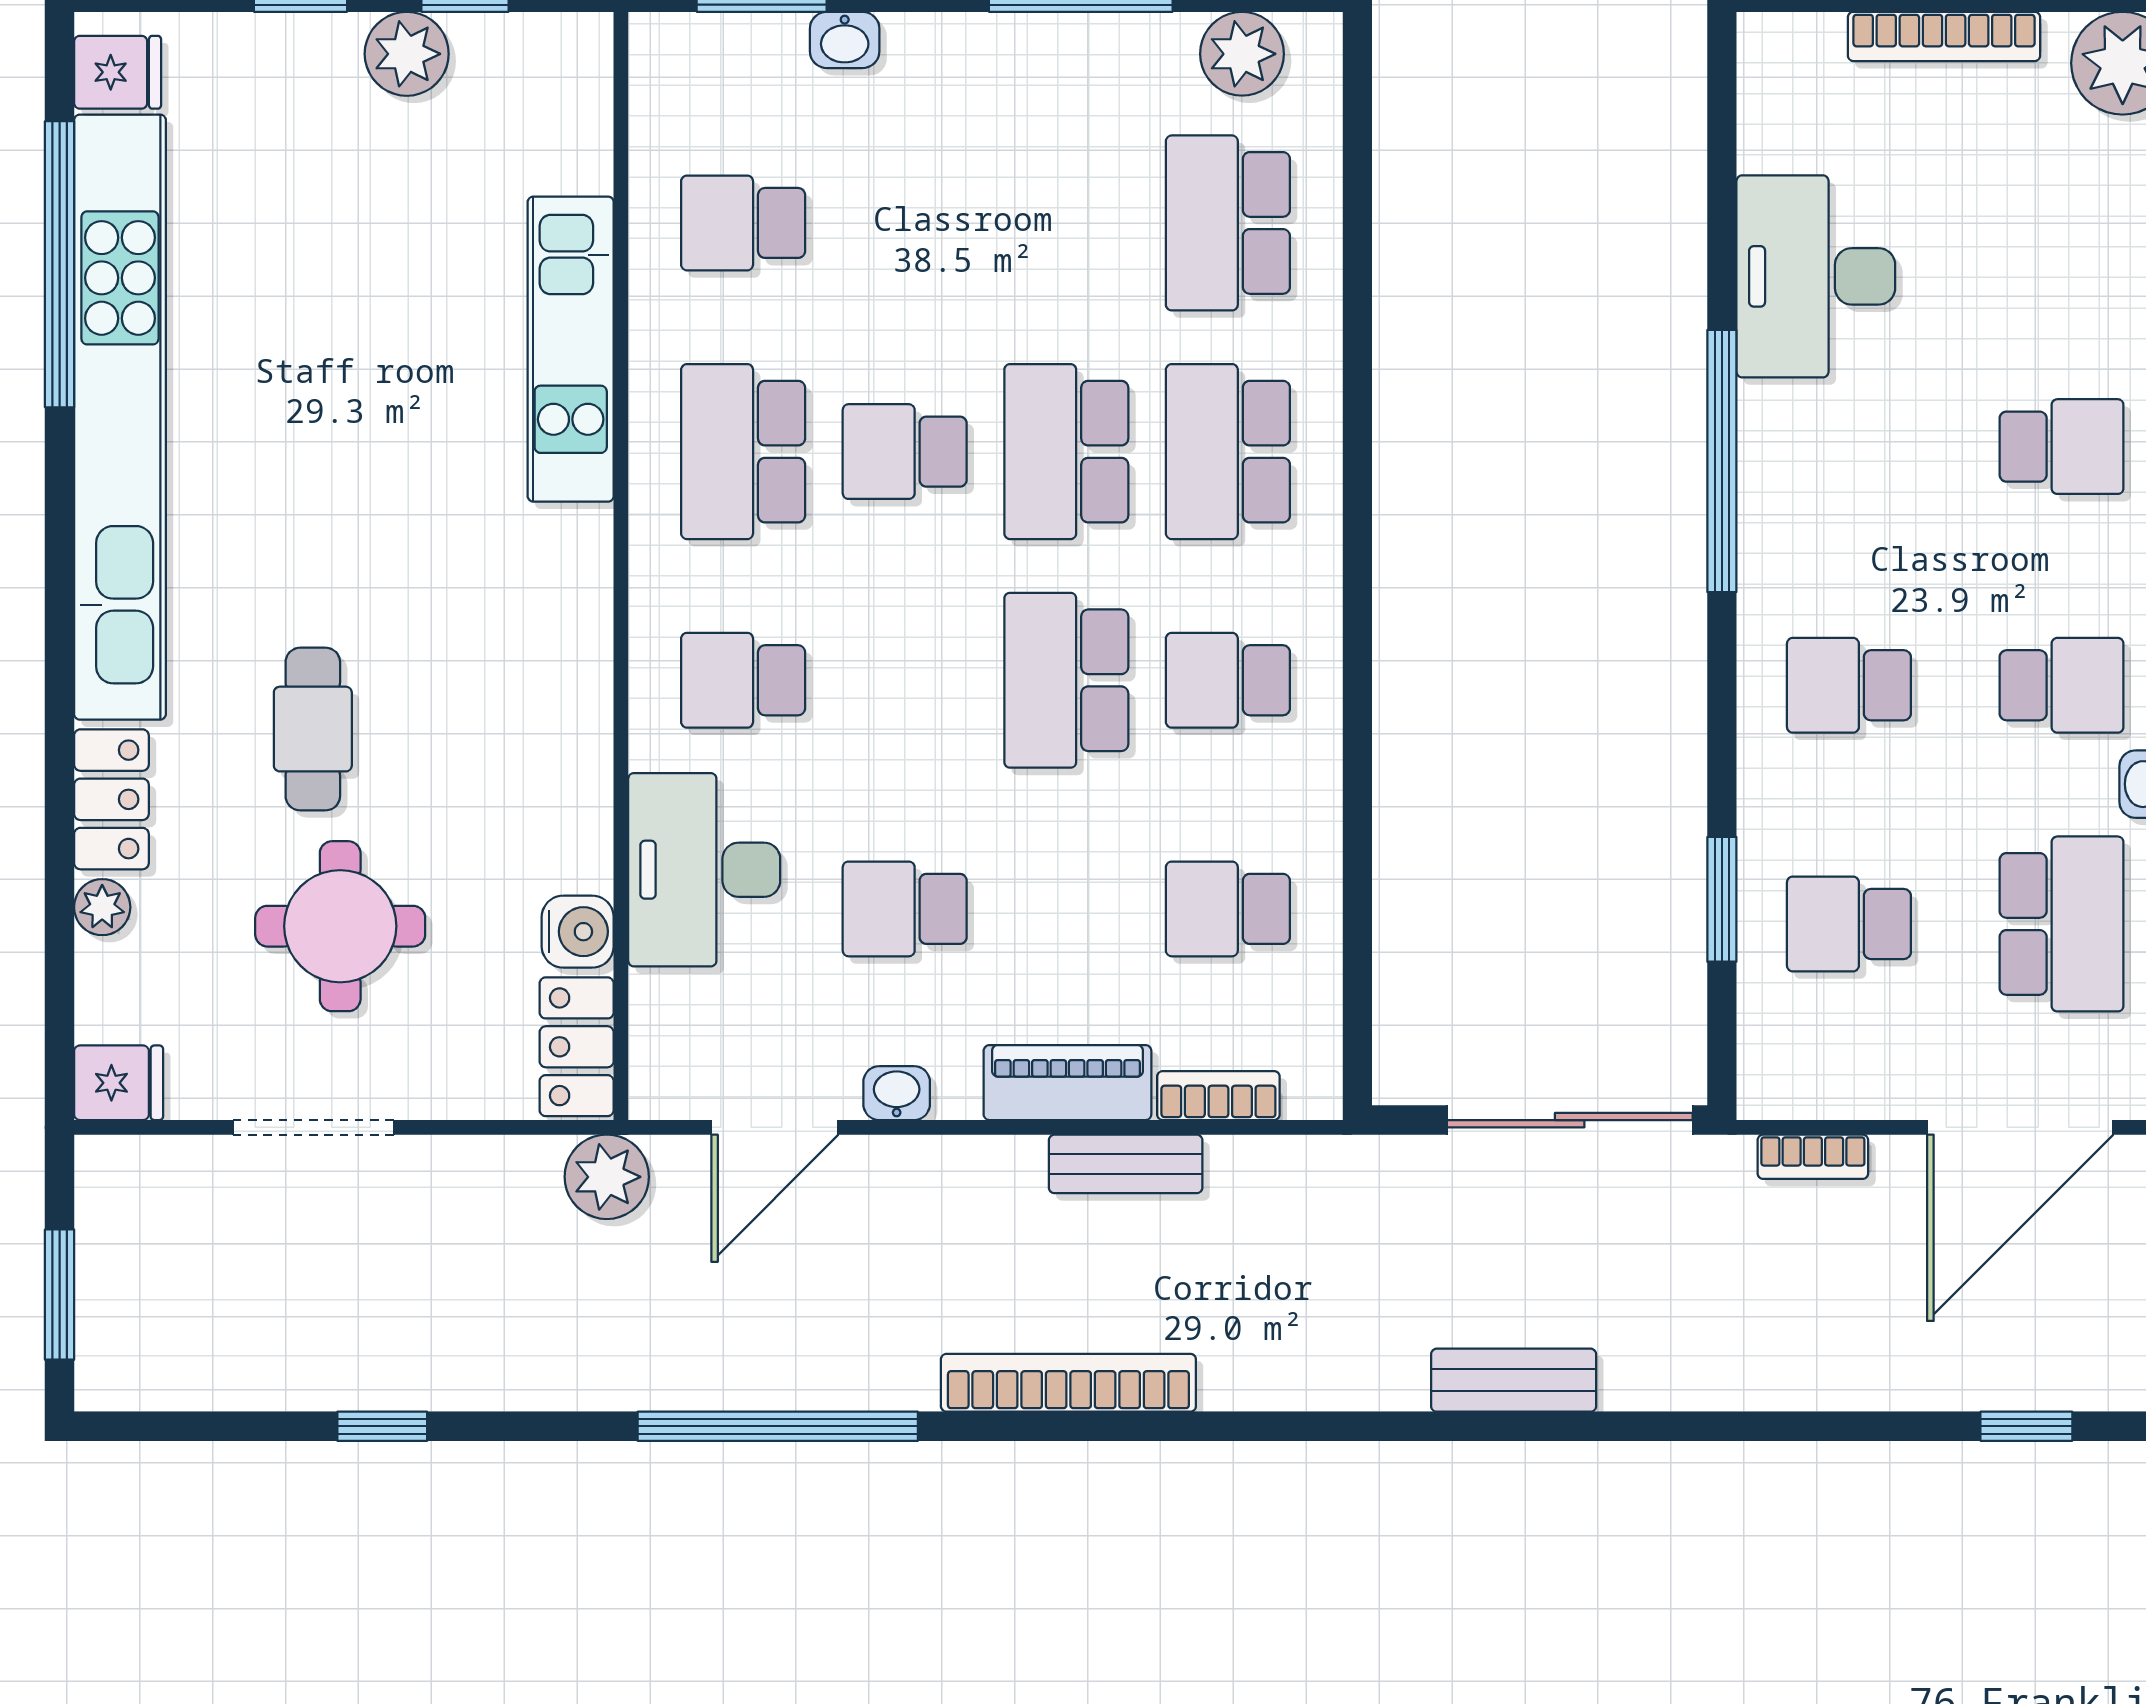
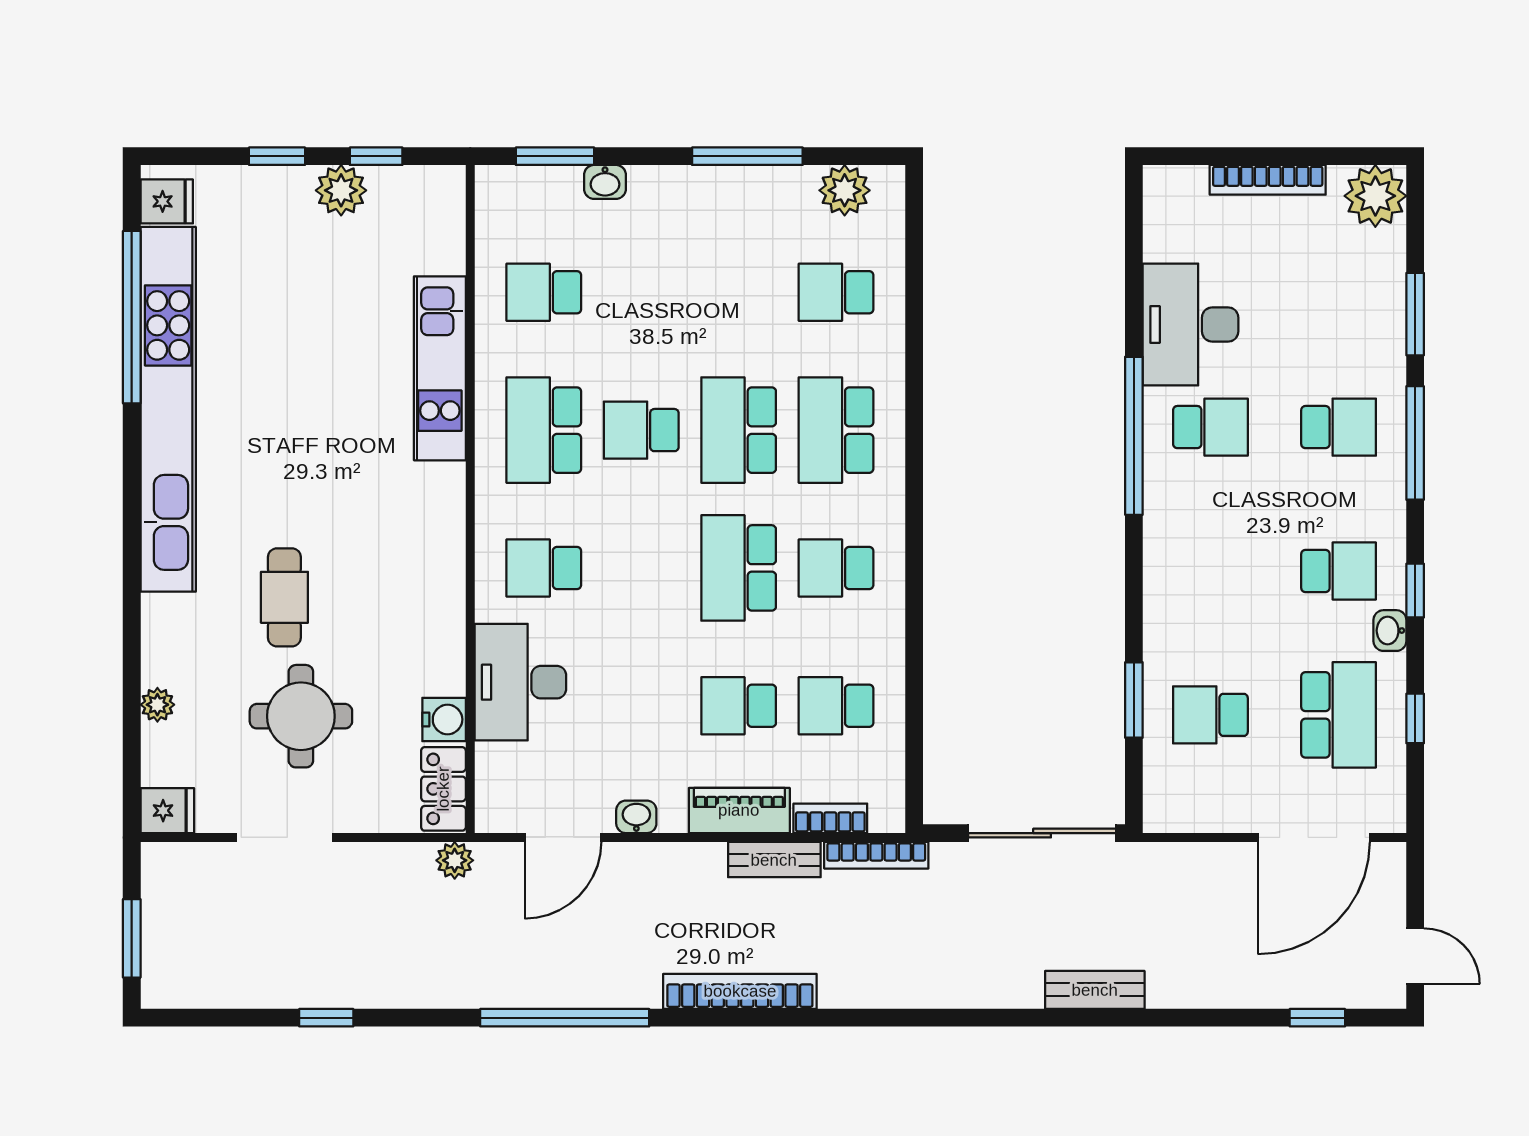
school desk: (1228, 223) -> (836, 292), width x0.54
school desk: (1849, 685) -> (1210, 427), moved, turned 180
locker: (111, 799) -> (163, 640), removed
school desk: (905, 909) -> (739, 706), moved
bookcase: (1813, 1157) -> (876, 855), moved, width x1.56
plant: (607, 1177) -> (455, 860), width x0.73, depth x0.73
bench: (1514, 1380) -> (1095, 990), moved

